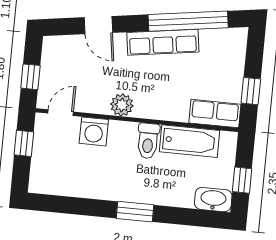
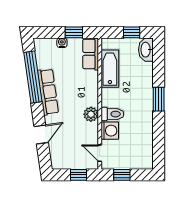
water cooler: (237, 71) -> (62, 43), added
toilet: (148, 141) -> (112, 114), moved

